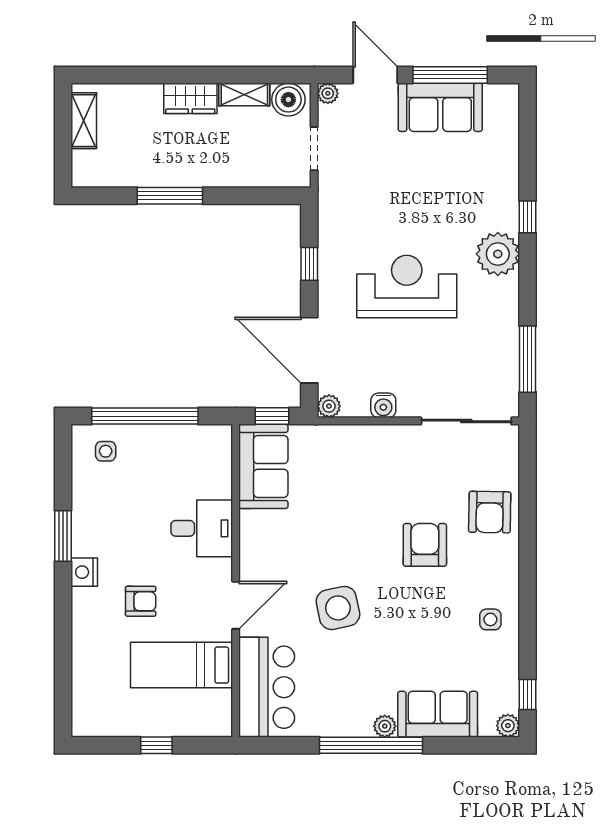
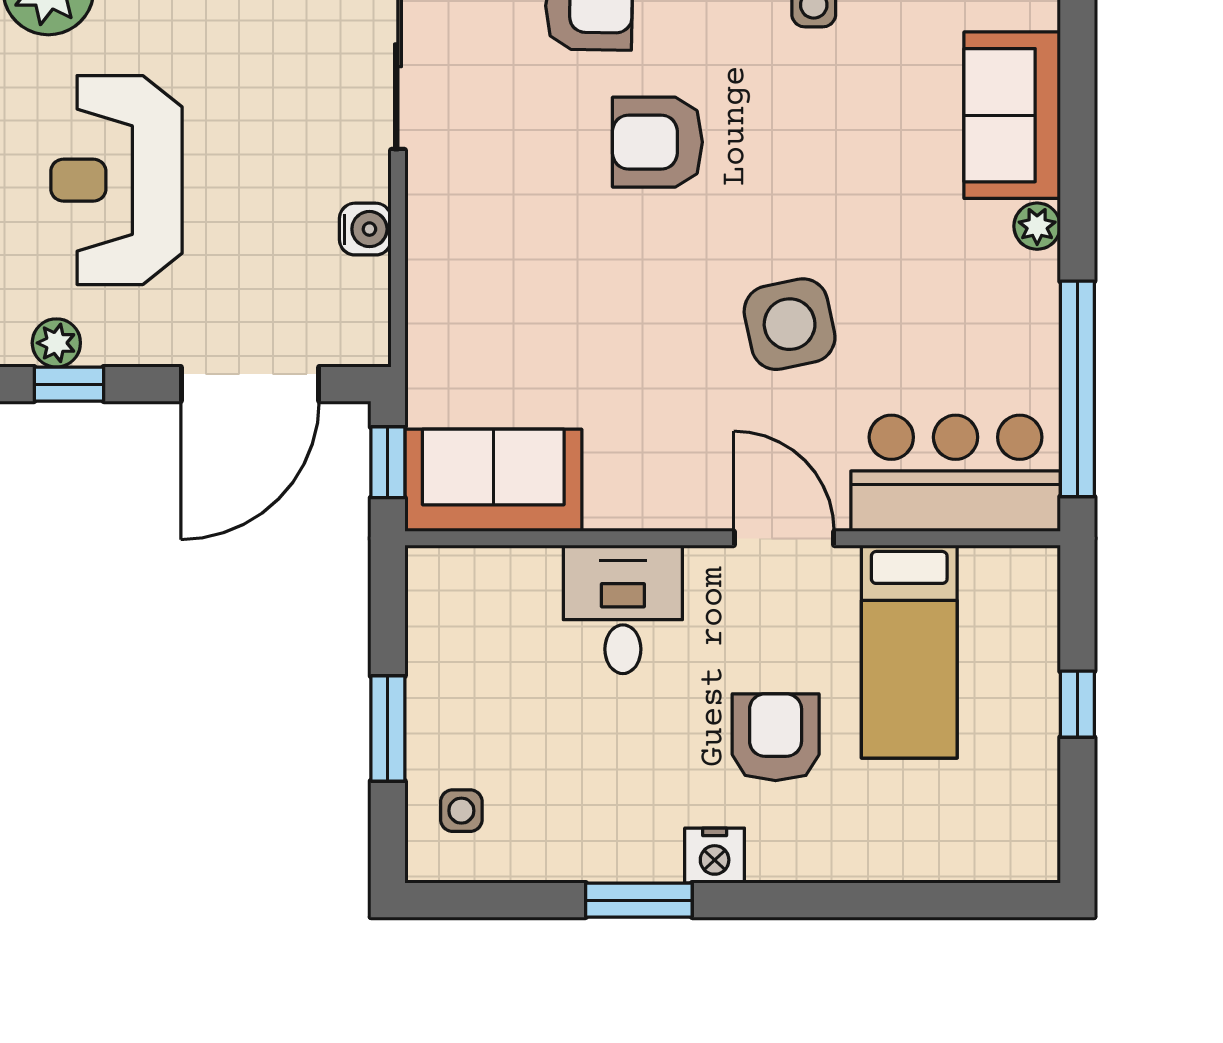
plant: (329, 406) -> (56, 343), moved
window: (145, 416) -> (388, 729), width x0.47
armchair: (141, 601) -> (776, 737), width x1.38, depth x1.38
window: (371, 745) -> (1077, 389), moved

